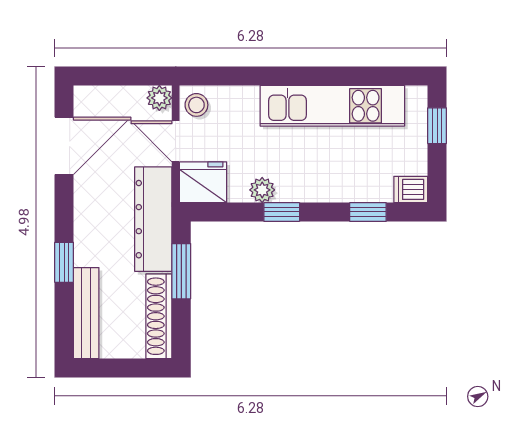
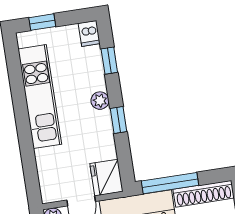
stool: (196, 105) -> (54, 190), removed
plant: (262, 190) -> (100, 101), moved
window: (181, 271) -> (170, 183), width x1.44

